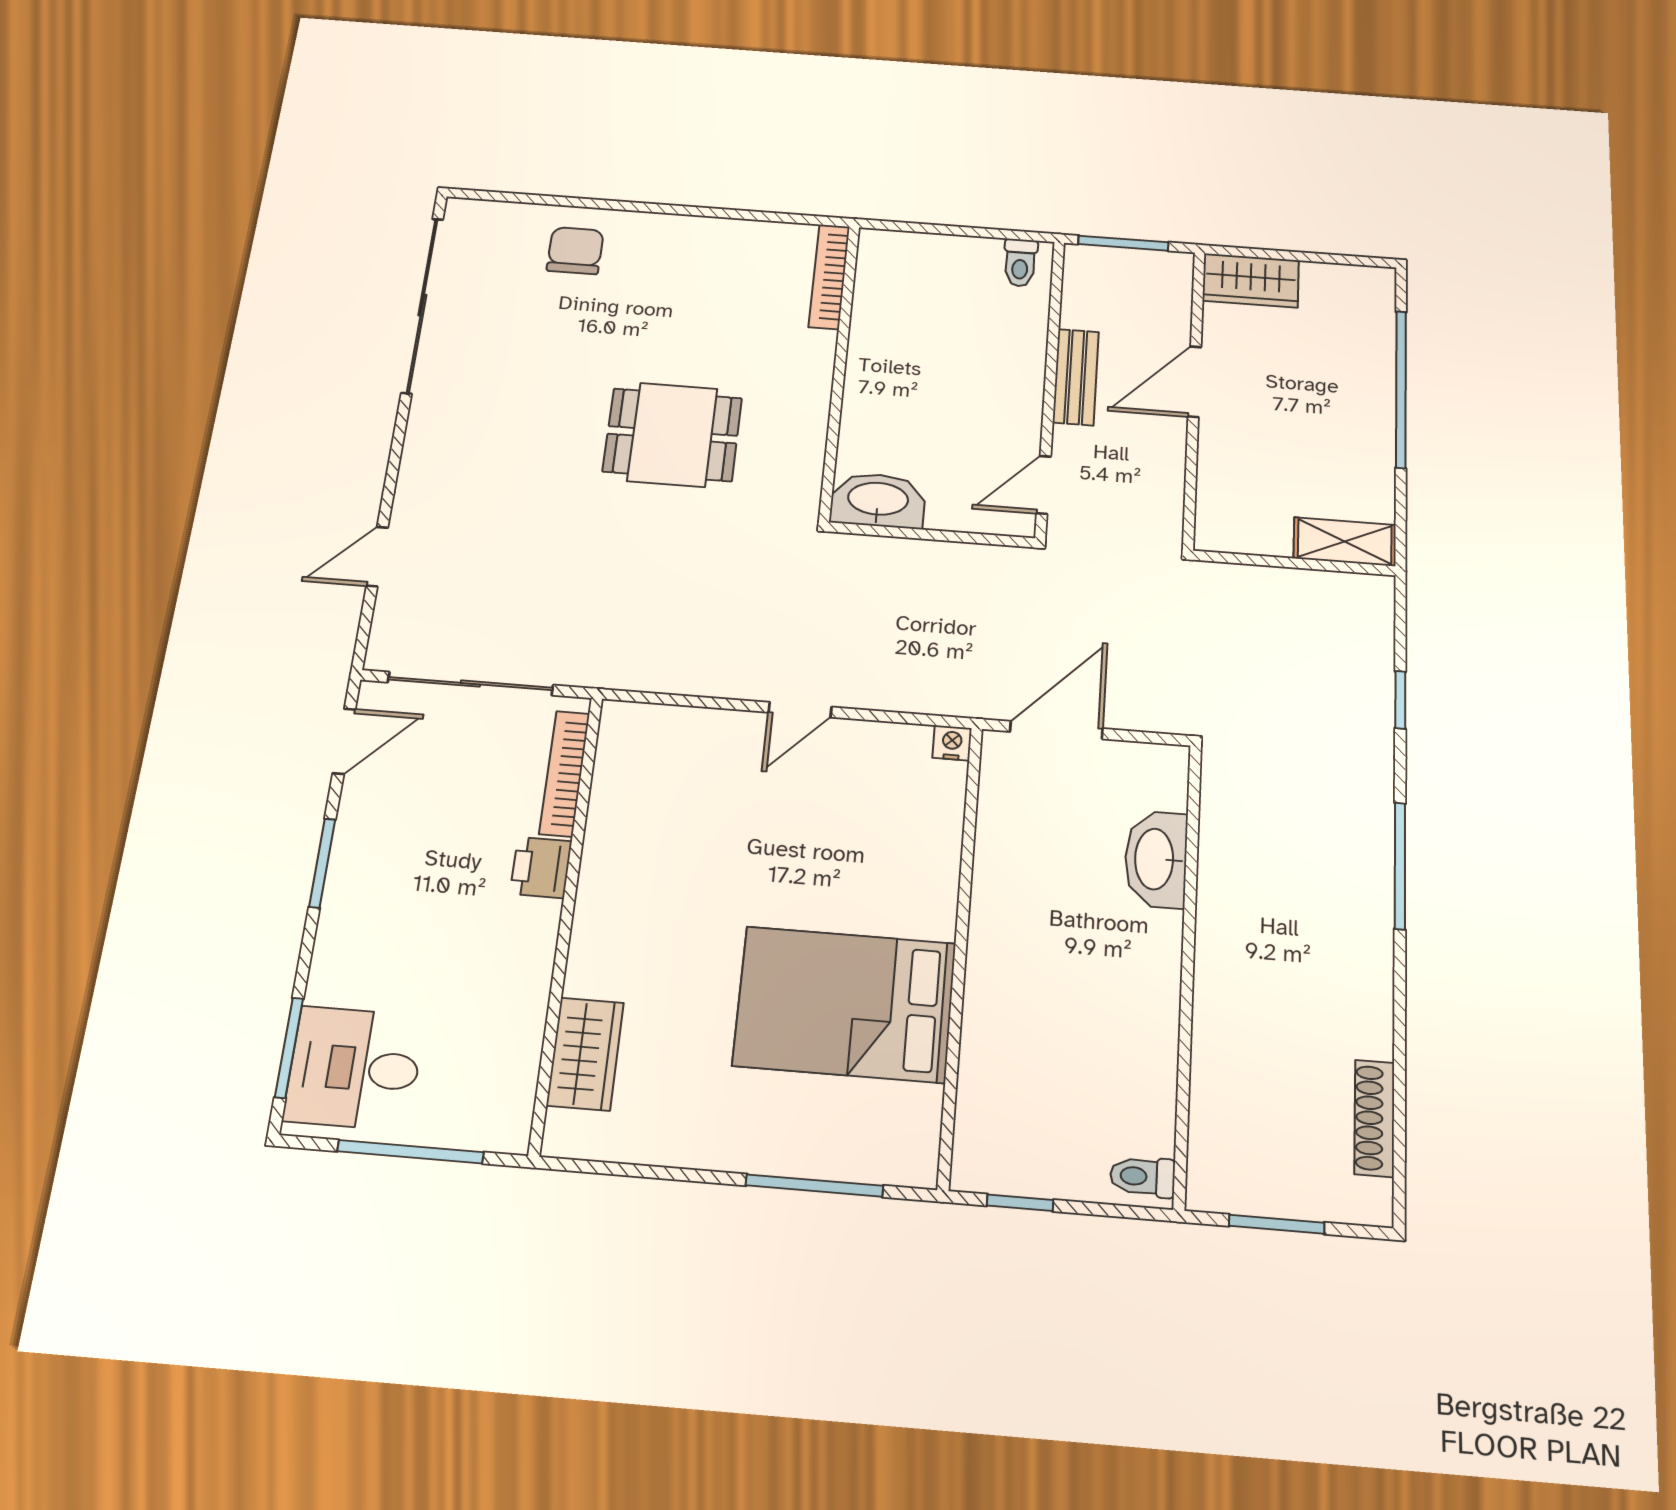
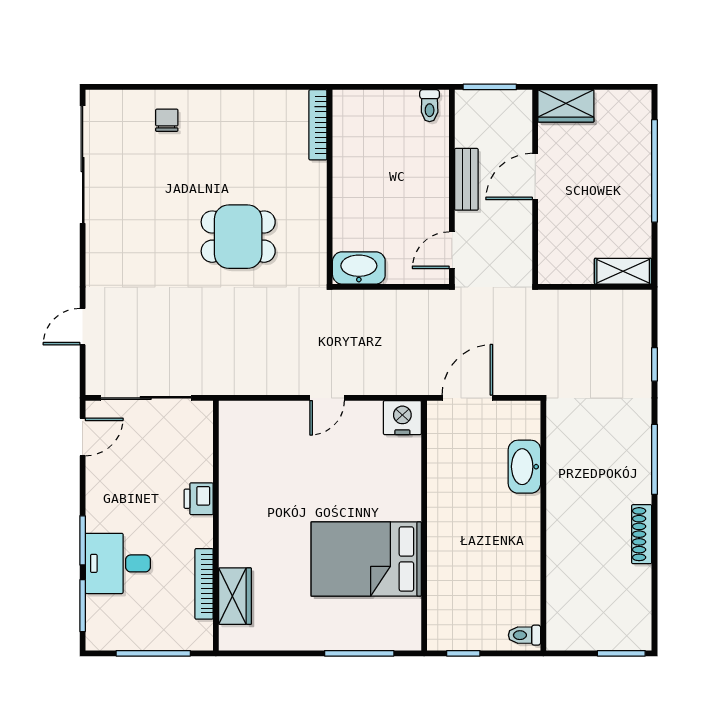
chair: (575, 251) -> (167, 120), width x0.73, depth x0.73
nightstand: (952, 743) -> (402, 418), width x1.89, depth x1.79
bookcase: (565, 774) -> (204, 584), moved
window: (322, 863) -> (83, 540), moved
desk: (354, 1068) -> (118, 563), moved
shoe rack: (1374, 1118) -> (642, 534), moved
window: (1277, 1224) -> (621, 653), moved

